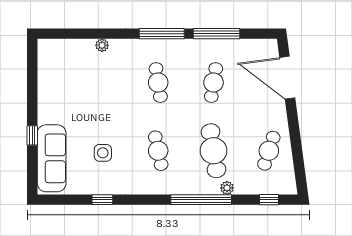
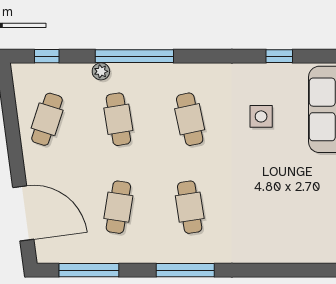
window: (216, 34) -> (89, 270), moved
plant: (102, 45) -> (262, 255), removed
cafe table: (214, 151) -> (118, 119), width x0.73, depth x0.74
window: (102, 200) -> (279, 56), moved

